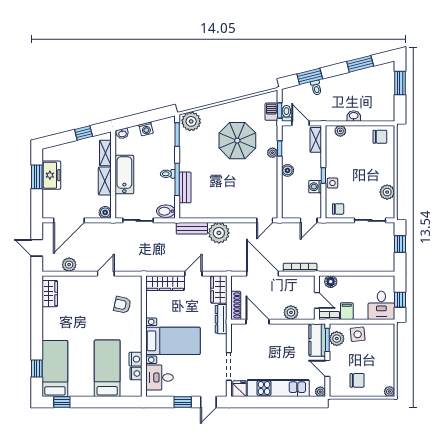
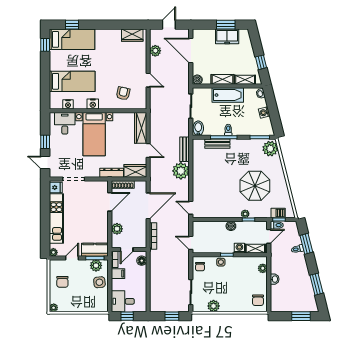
washing machine: (315, 187) -> (239, 248), moved
nightstand: (135, 359) -> (93, 104), moved

